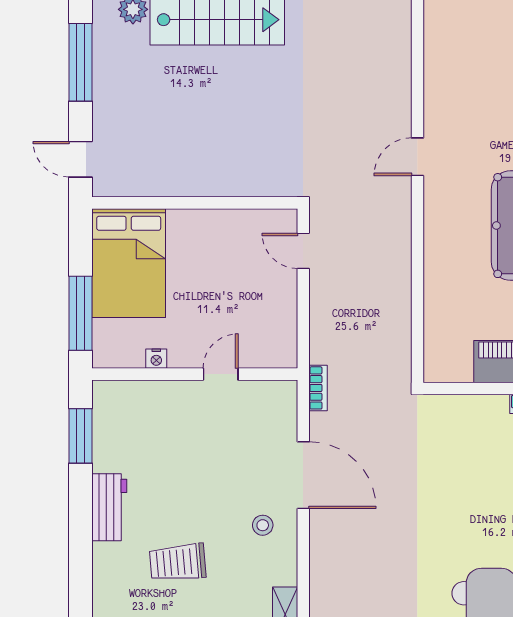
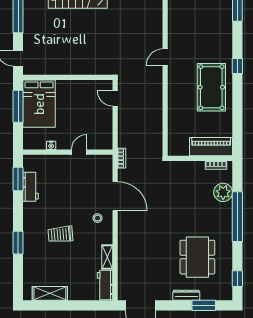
window: (80, 313) -> (18, 106), moved
workbench: (109, 507) -> (31, 187), moved
window: (80, 581) -> (18, 243), added

